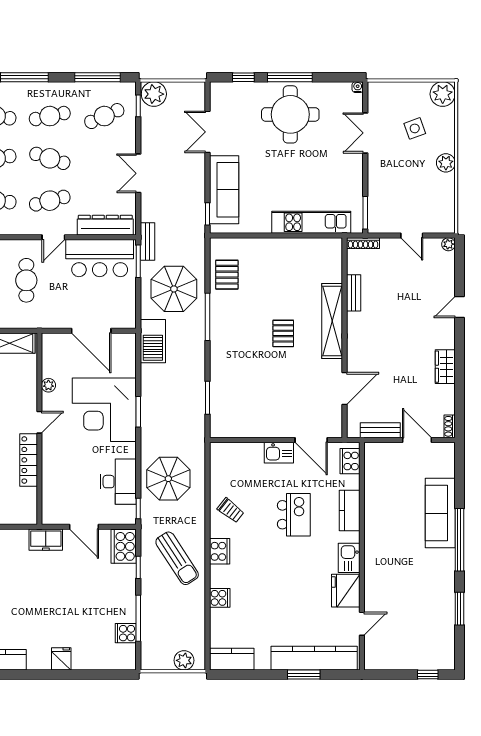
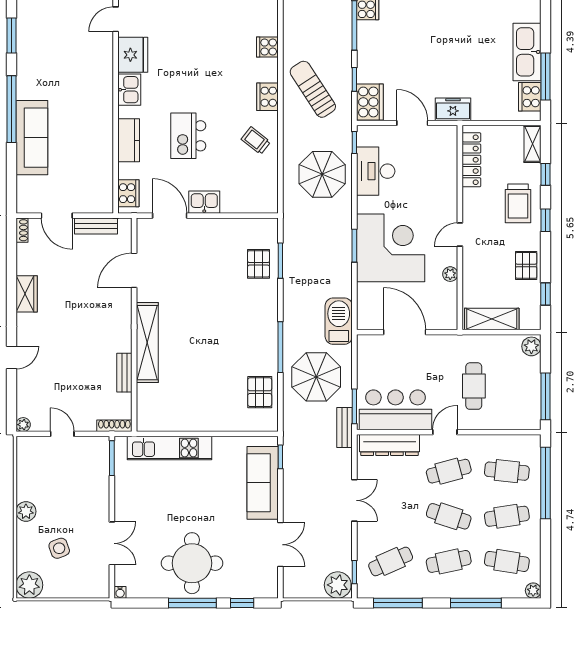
pallet: (283, 333) -> (259, 264), moved
locker: (29, 460) -> (471, 160), moved

